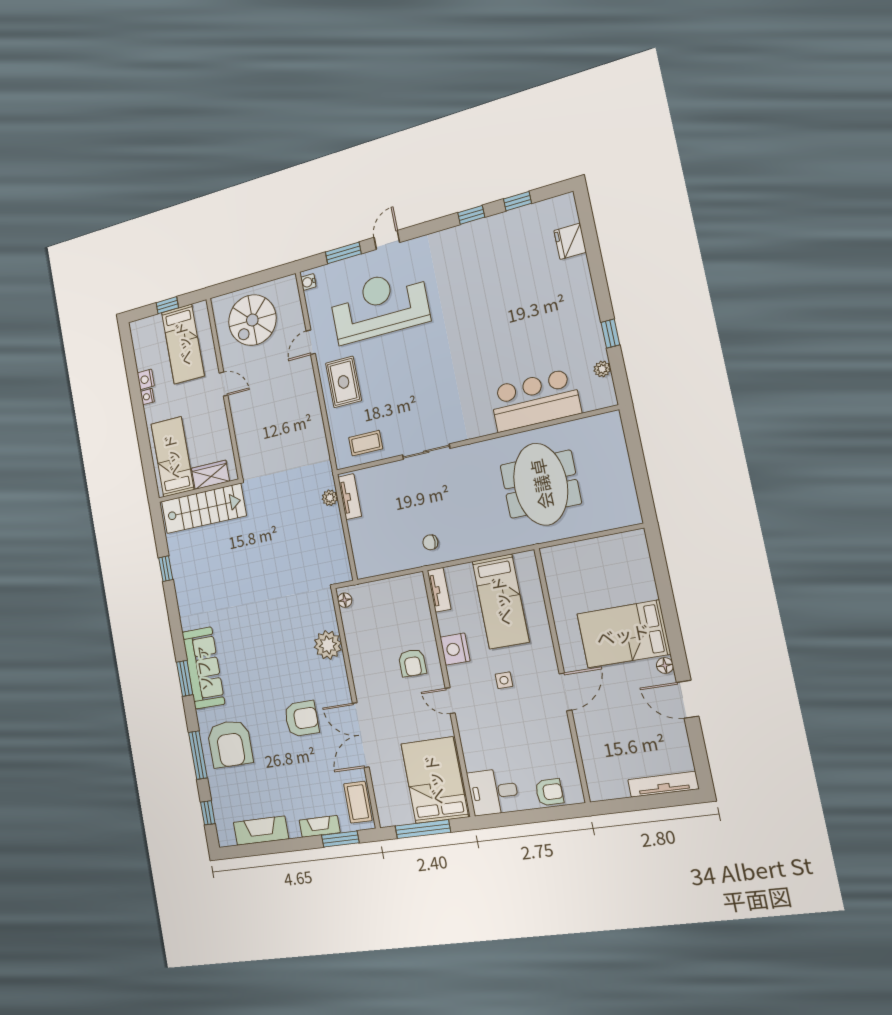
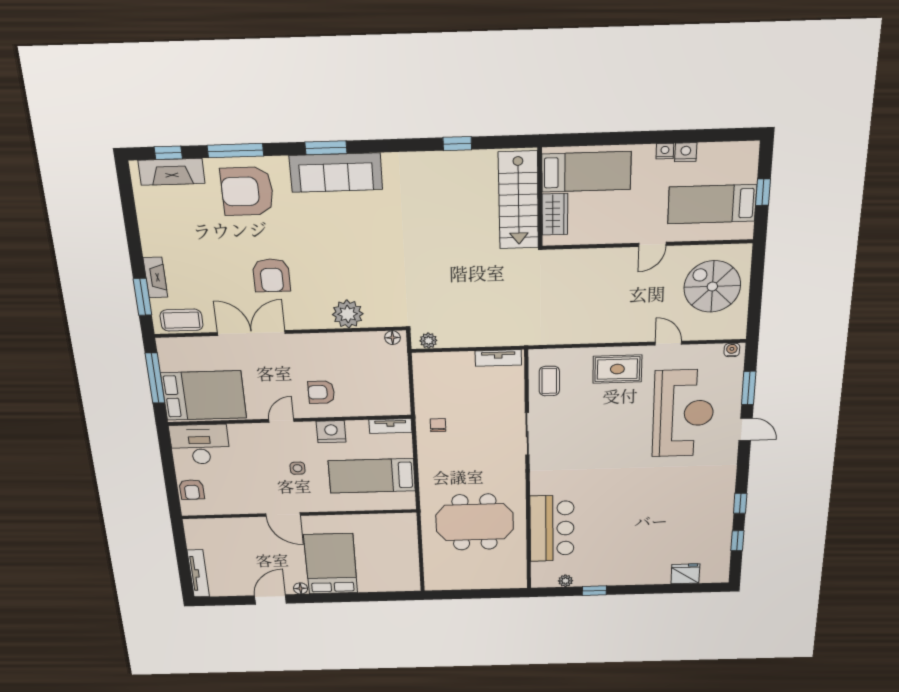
plant: (330, 498) -> (428, 341), moved
desk: (493, 792) -> (200, 444), width x1.37
fireplace: (261, 831) -> (172, 172), moved, turned 90

